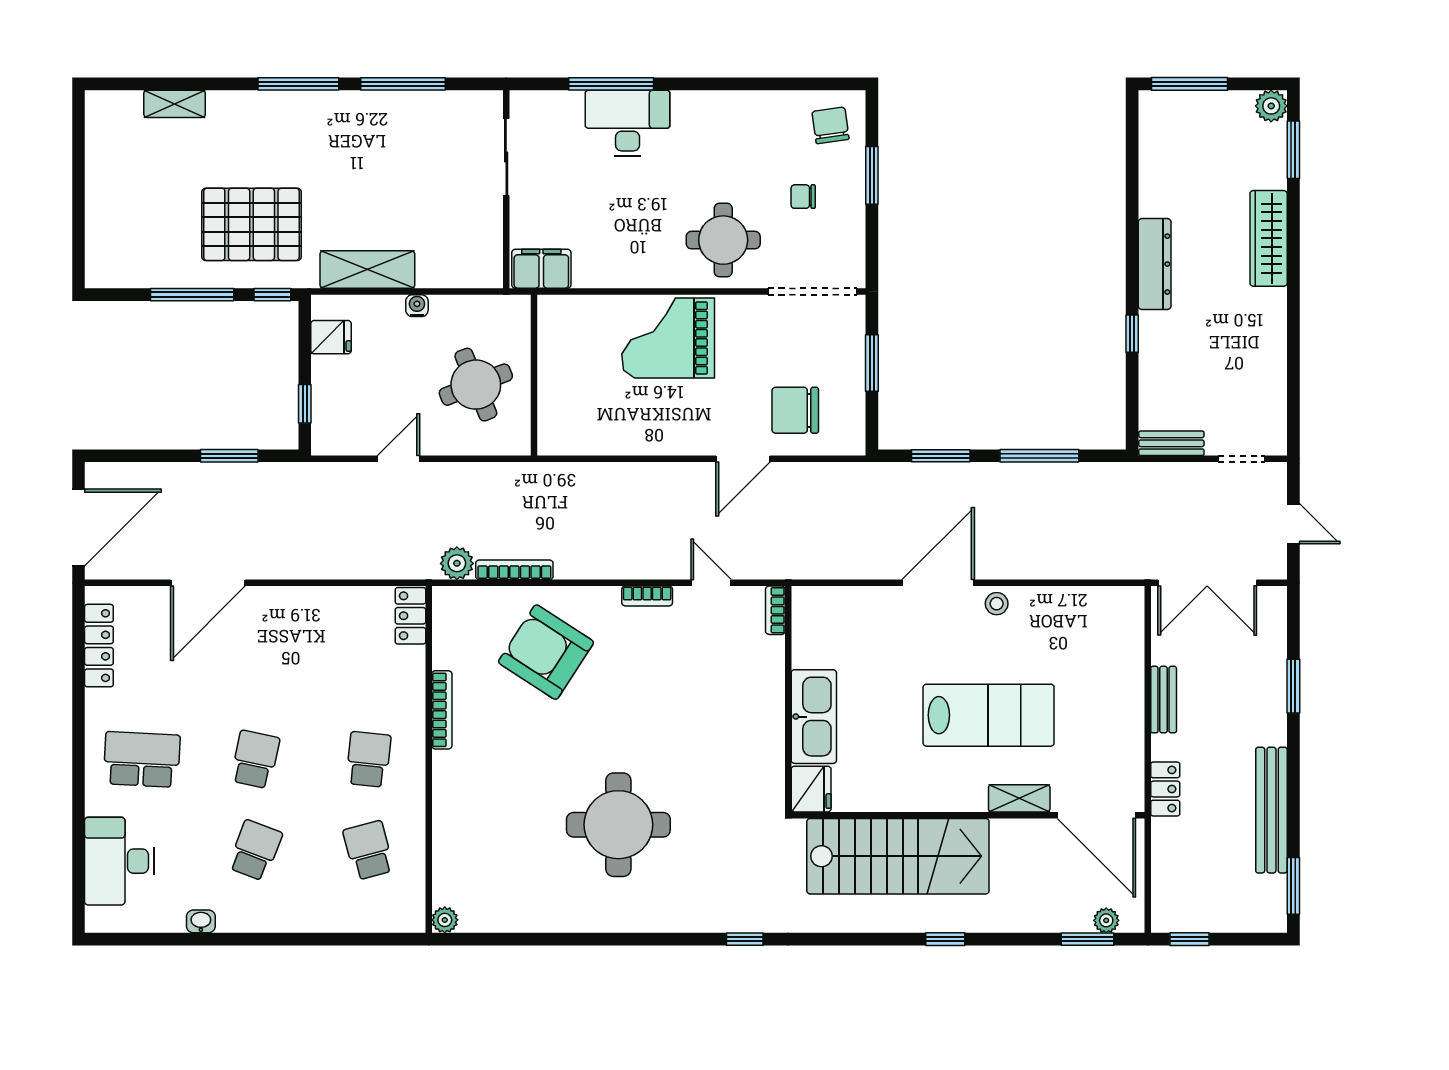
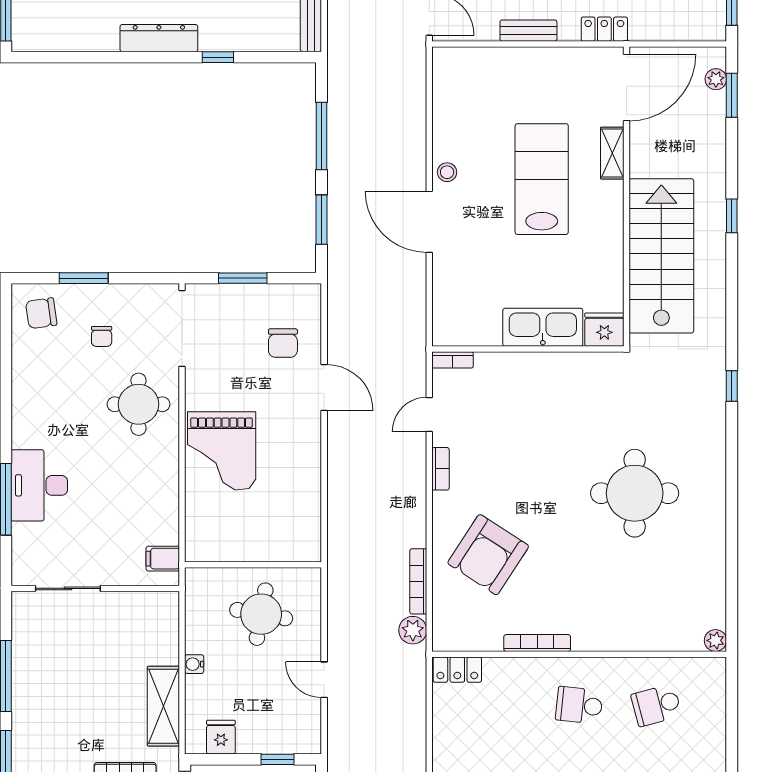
filing cabinet: (541, 269) -> (163, 559), width x0.50
round table: (476, 385) -> (261, 614), turned 32
chair: (795, 410) -> (283, 343), width x0.73, depth x0.73

